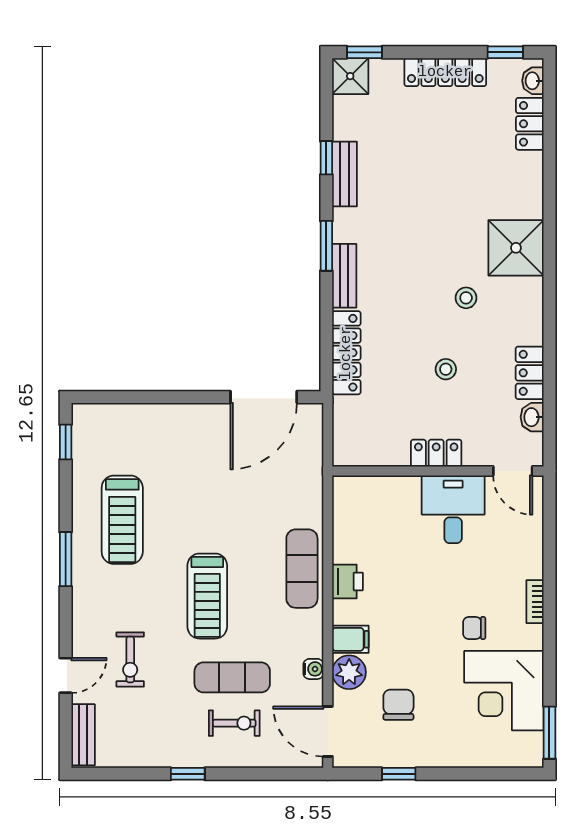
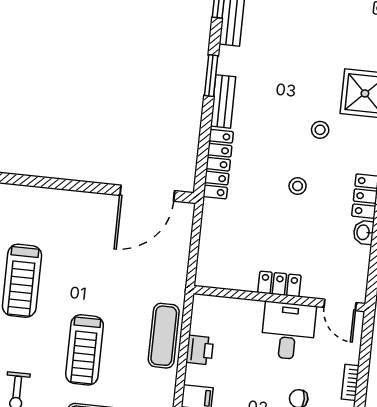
locker: (436, 453) -> (279, 284), moved
wall: (438, 471) -> (279, 299), moved
door: (513, 471) -> (340, 305), moved
desk: (453, 509) -> (288, 331), moved

